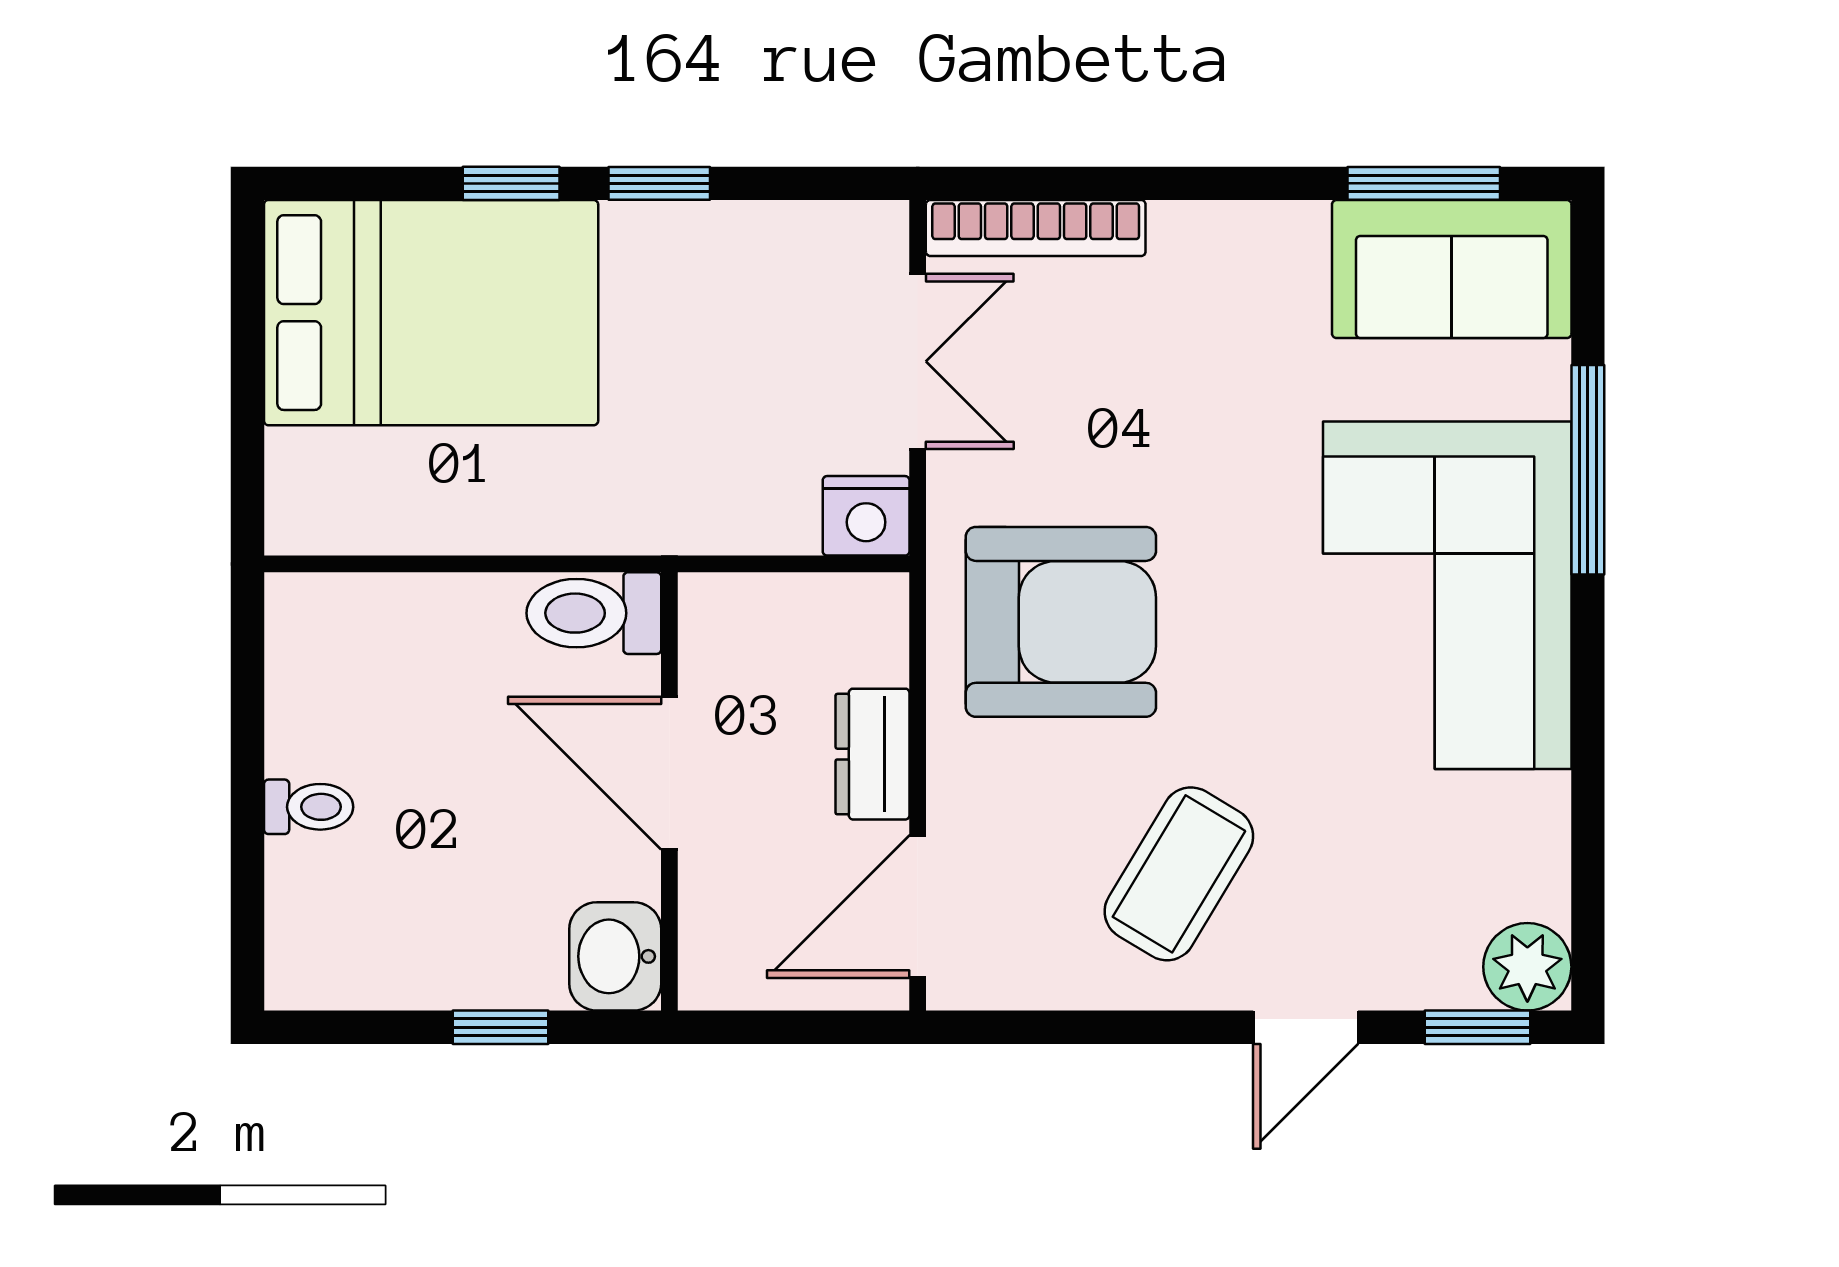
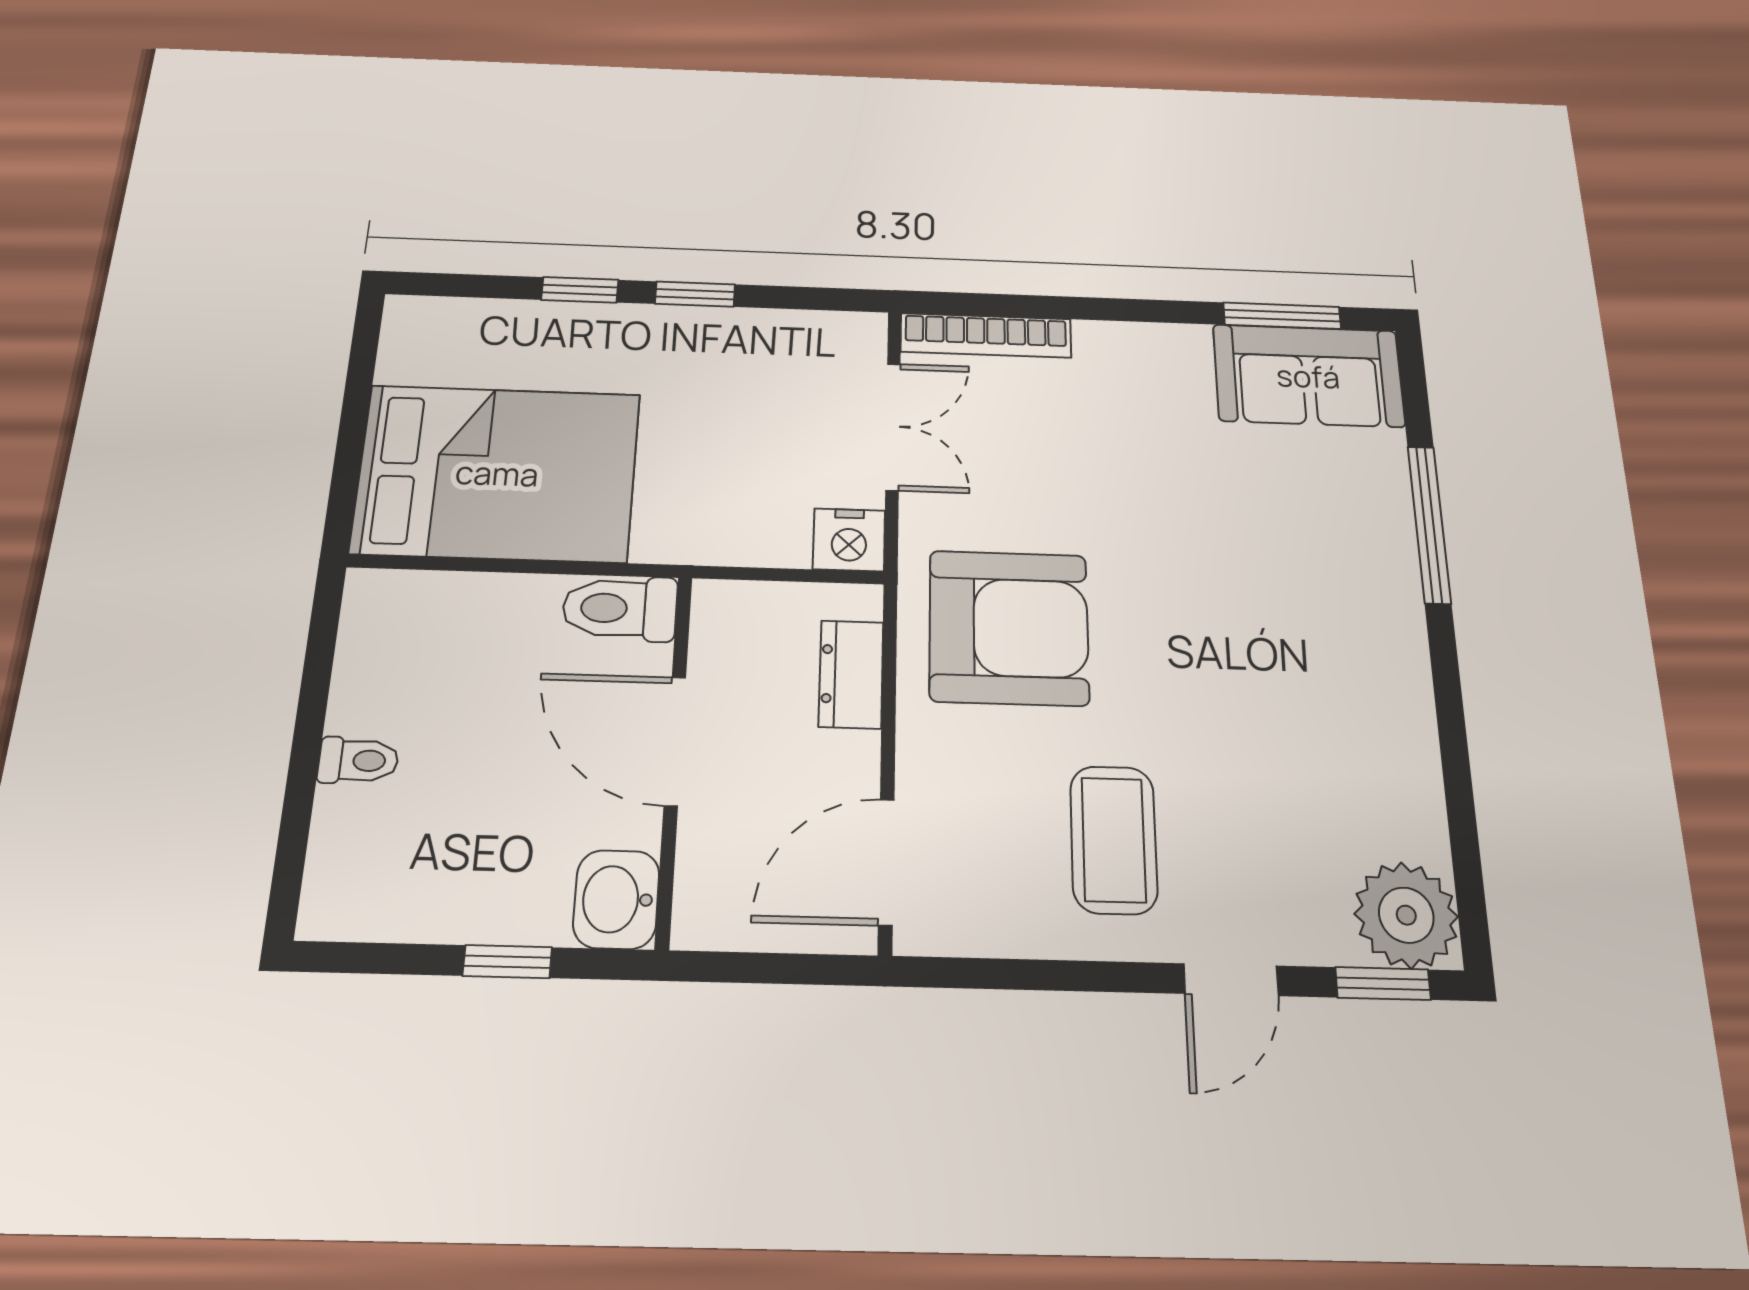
bed: (431, 313) -> (497, 473), moved
corner sofa: (1447, 595) -> (1325, 617), removed
dresser: (873, 754) -> (851, 674), moved
coffee table: (1179, 874) -> (1114, 840), turned -31
plant: (1527, 967) -> (1406, 915), width x1.36, depth x1.36

